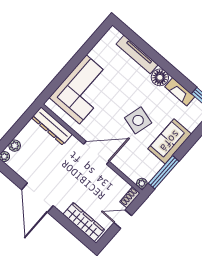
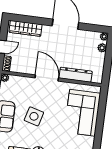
dresser: (52, 126) -> (76, 75), moved
door: (96, 153) -> (47, 78), swing flipped

